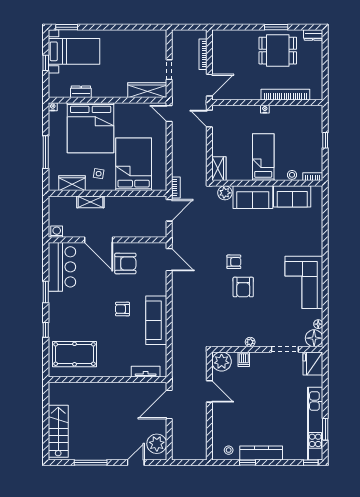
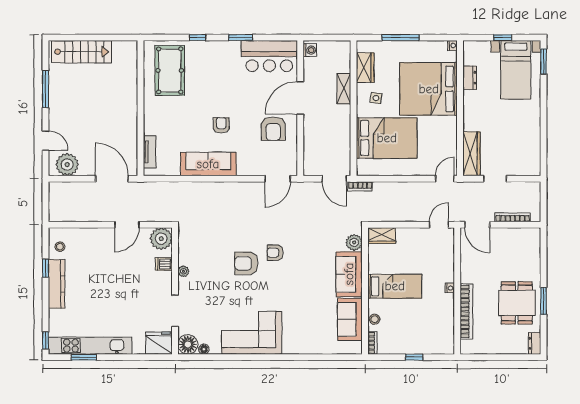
armchair: (234, 262) -> (275, 253), turned 90

